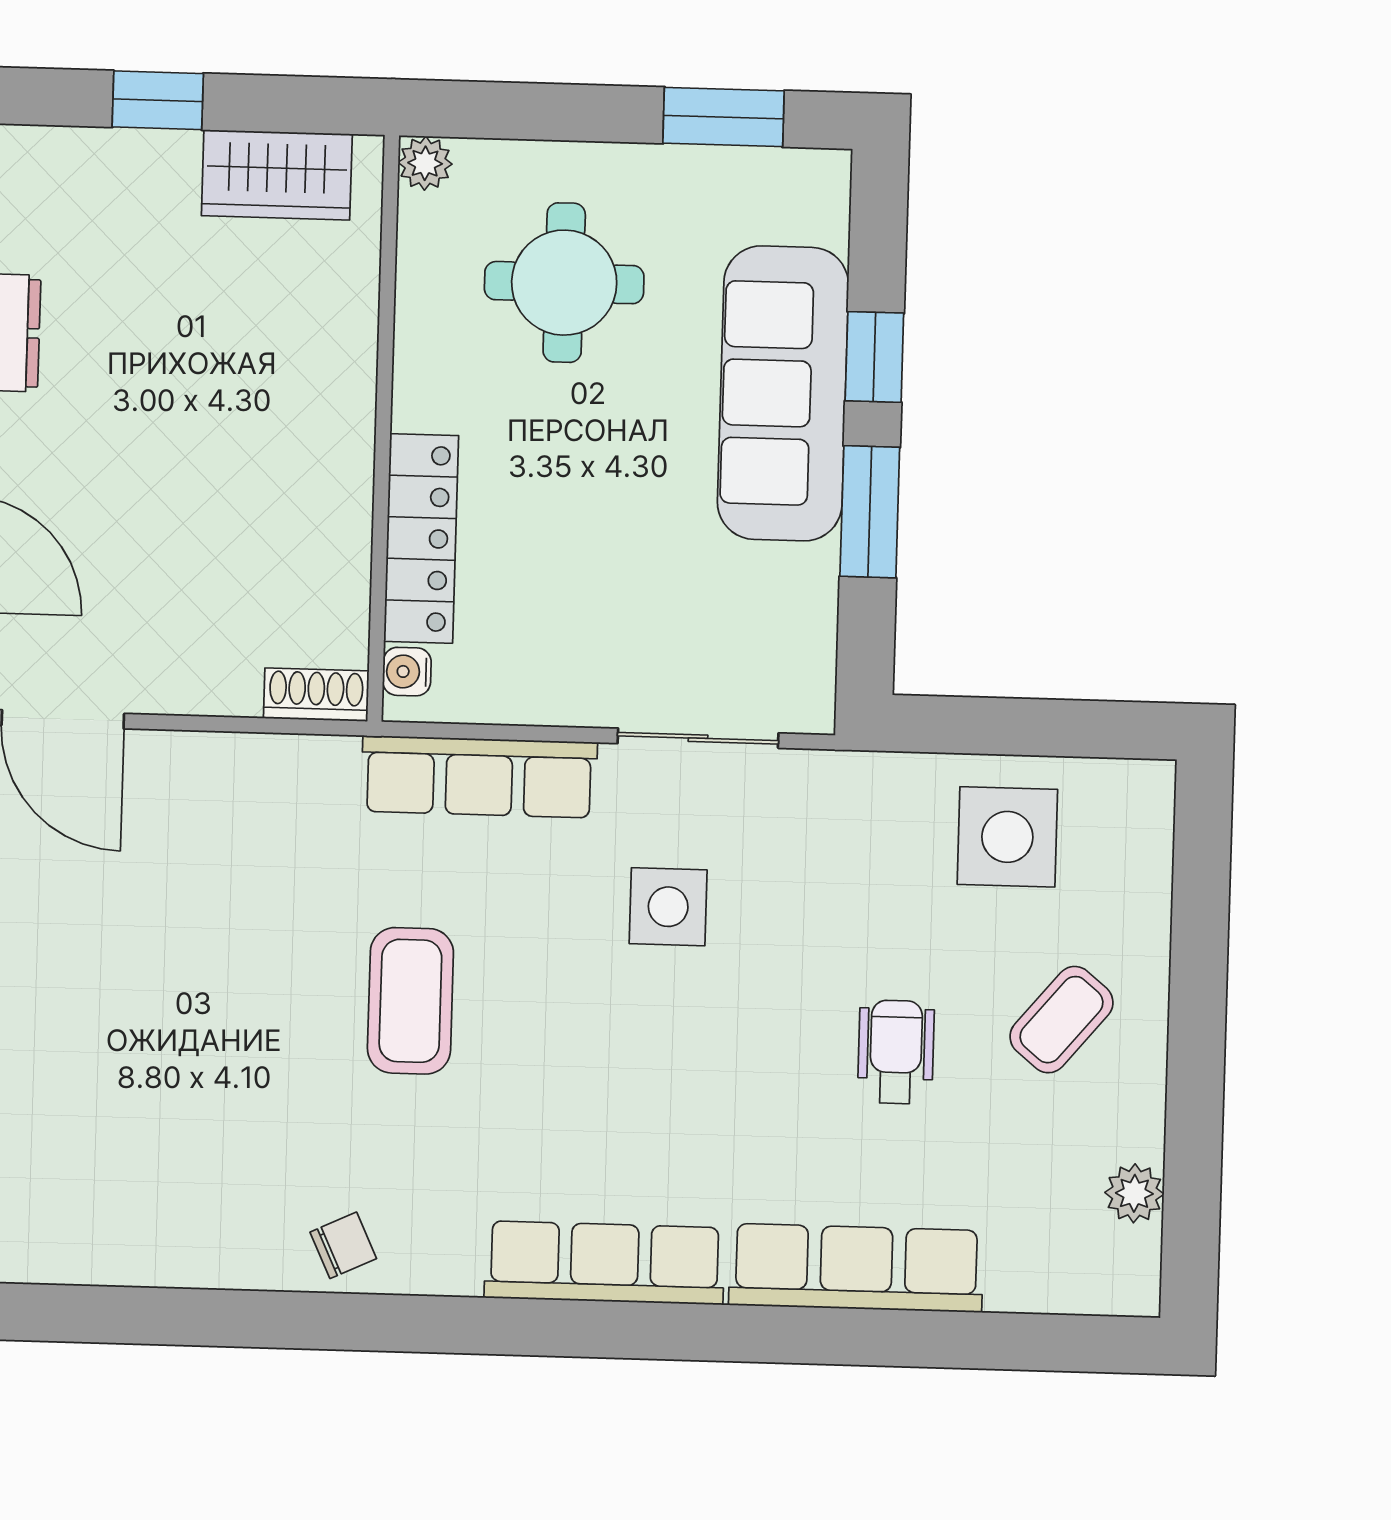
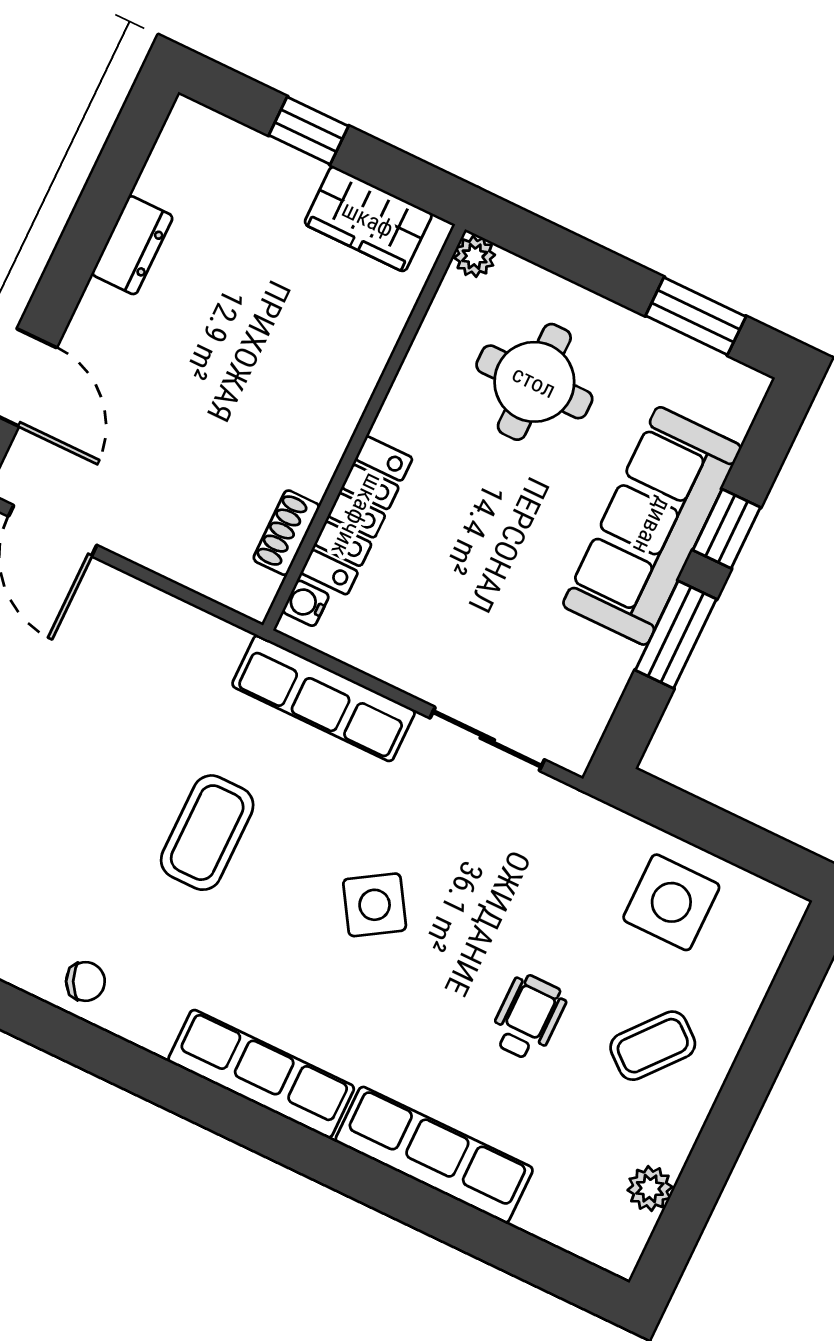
shoe rack: (316, 695) -> (286, 533), moved, turned -90
side table: (668, 907) -> (375, 905), moved, turned -32

